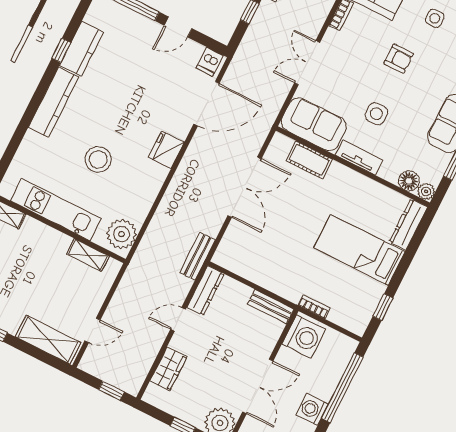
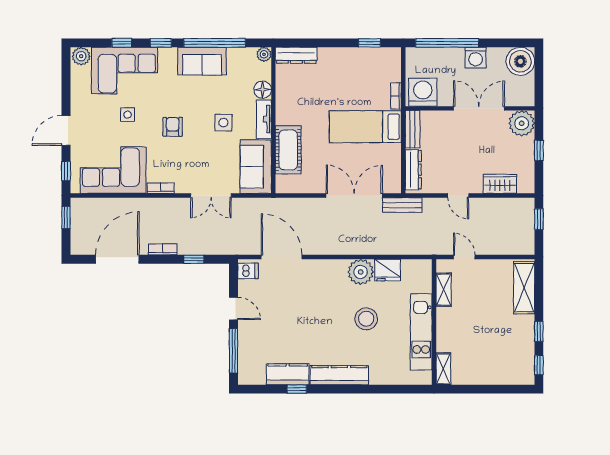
fridge: (166, 150) -> (388, 270), moved
cot: (309, 160) -> (288, 150), width x1.37, depth x1.34
floor lamp: (409, 181) -> (263, 90), moved
double door: (245, 187) -> (354, 196), moved
plant: (122, 234) -> (361, 272), moved
bed: (359, 250) -> (365, 127), moved, turned 90
dresser: (205, 291) -> (413, 170), moved, turned 90
door: (92, 330) -> (464, 257), moved

